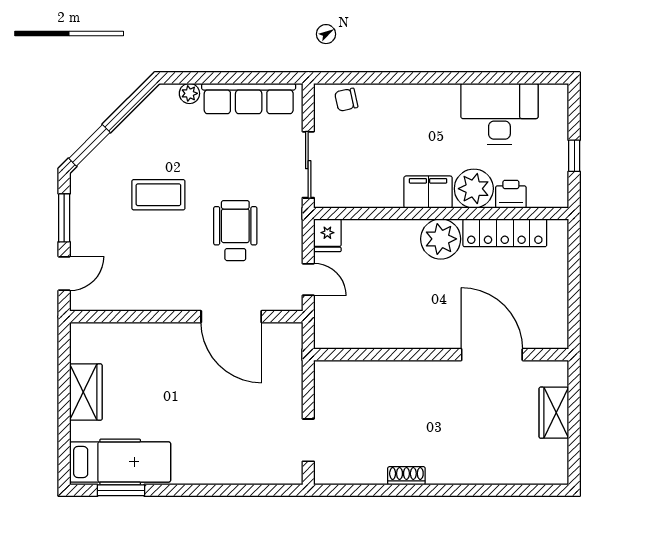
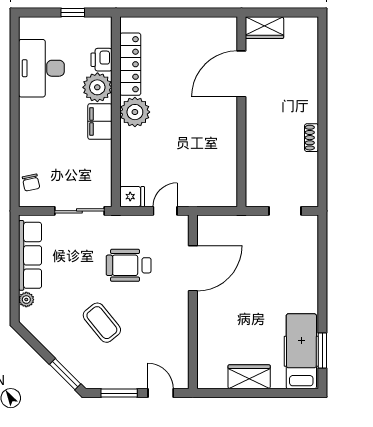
coffee table: (158, 195) -> (102, 323), turned -39
wall: (441, 355) -> (241, 112), moved
door: (492, 355) -> (241, 74), moved

